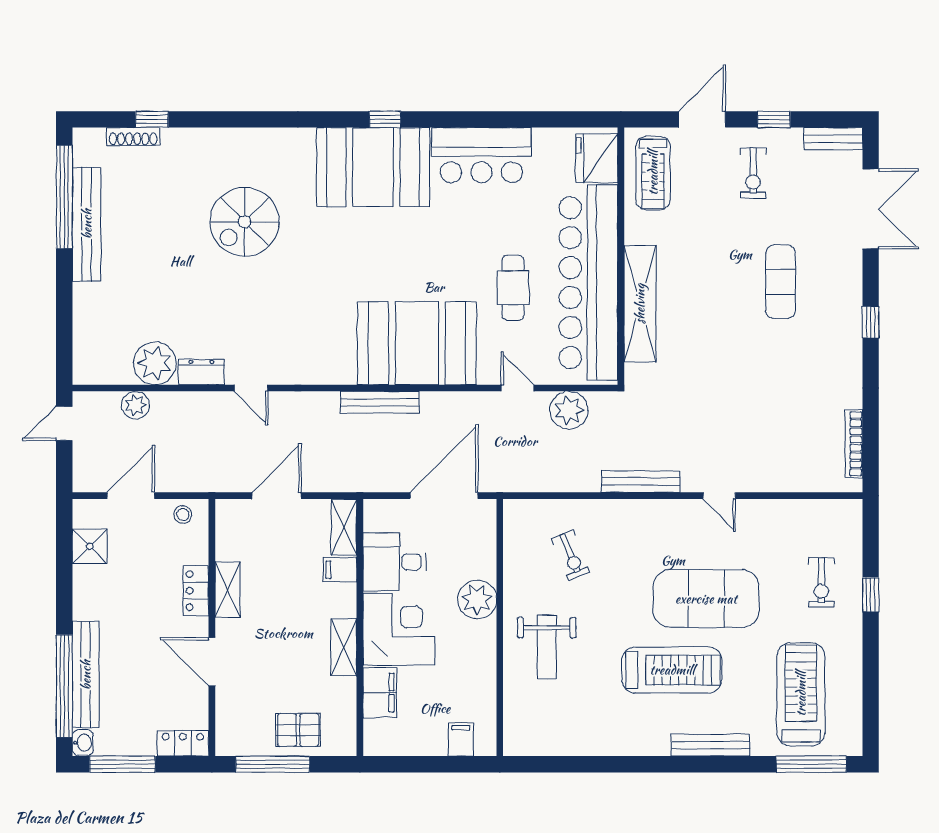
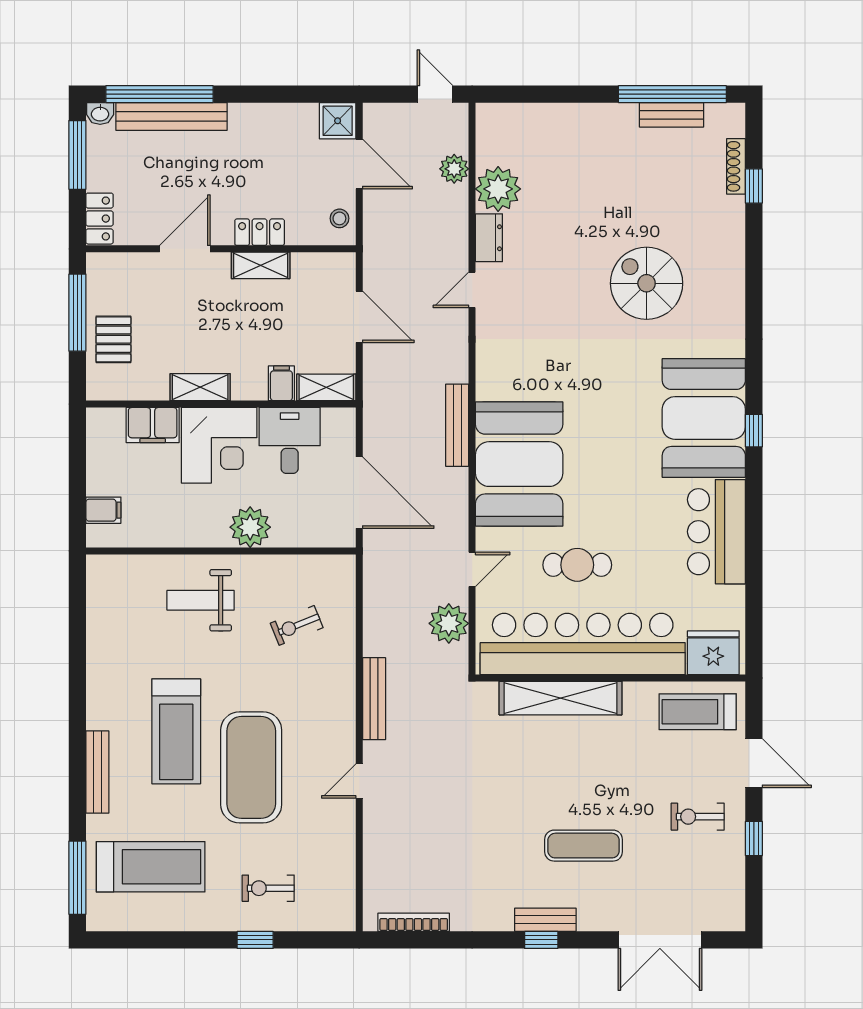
bench: (833, 139) -> (545, 920), moved, turned 90
bench: (87, 224) -> (672, 115), width x0.54, depth x0.82
shower: (90, 546) -> (338, 121), moved

